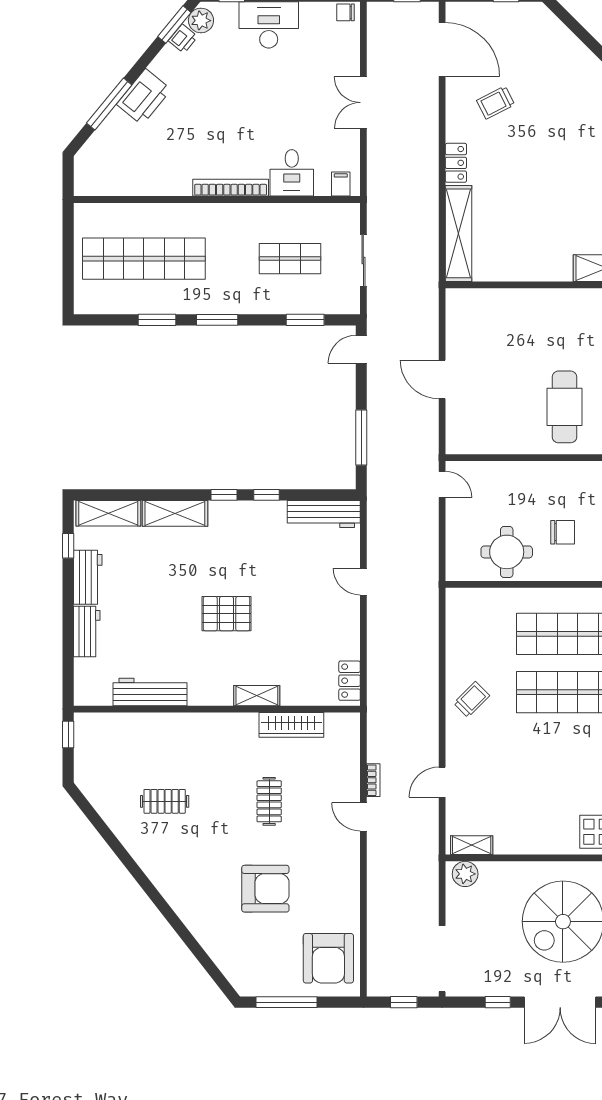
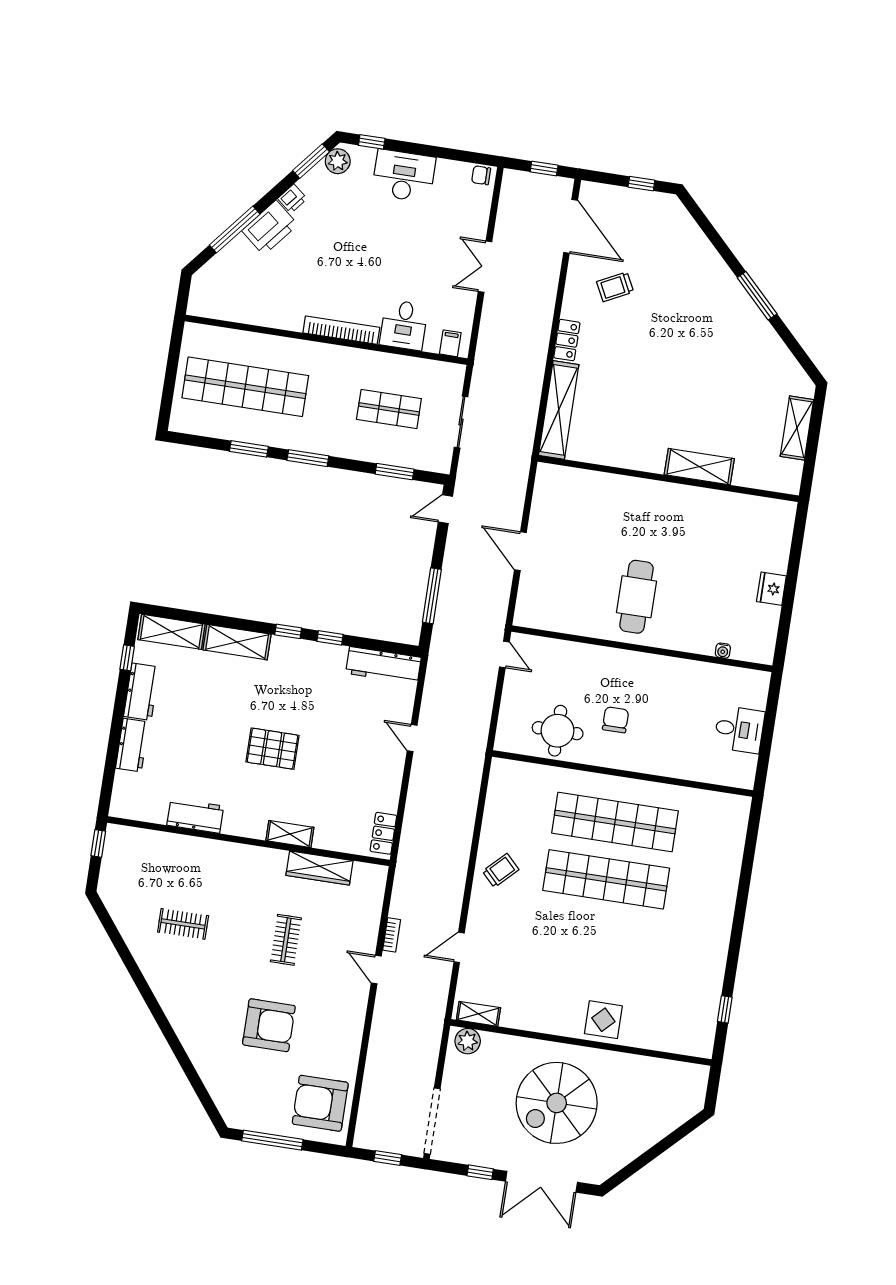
printer: (183, 39) -> (292, 199), moved
chair: (563, 532) -> (616, 720), turned -90
workbench: (150, 692) -> (195, 816), width x0.73
armchair: (328, 958) -> (320, 1103), turned 90

